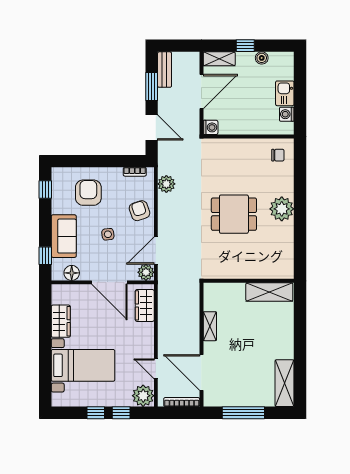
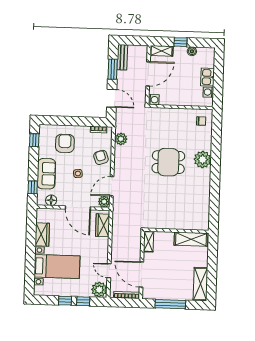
wall: (249, 281) -> (177, 231), moved
shelving: (269, 292) -> (191, 239), moved

